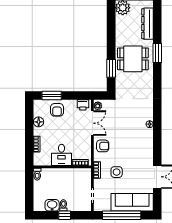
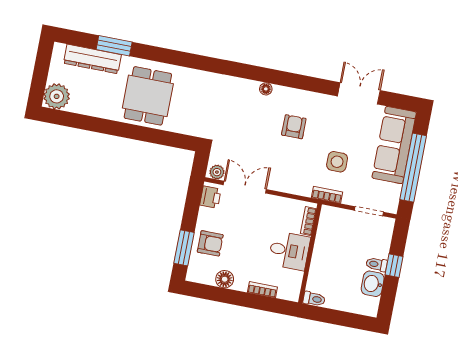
window: (157, 53) -> (114, 46), moved
window: (111, 68) -> (157, 136), removed
armchair: (103, 146) -> (294, 127), moved

